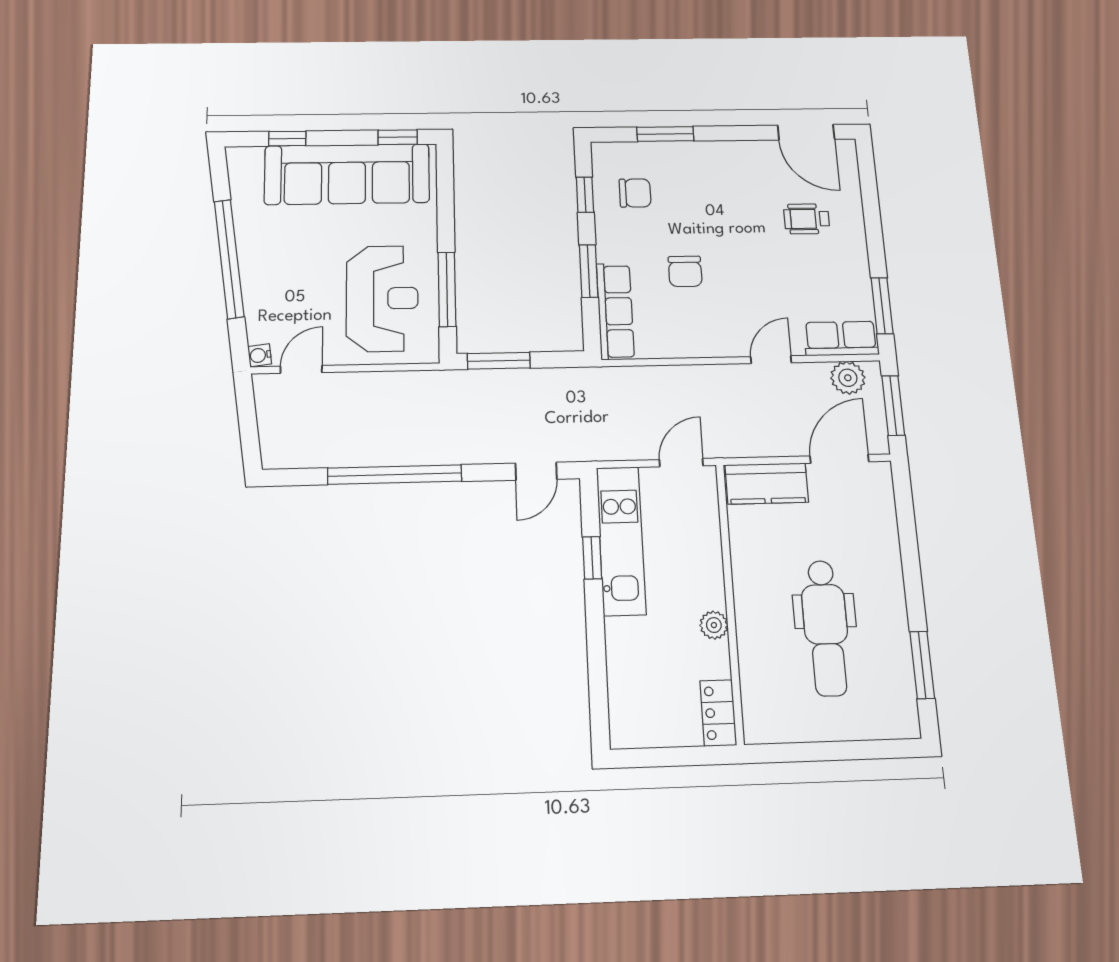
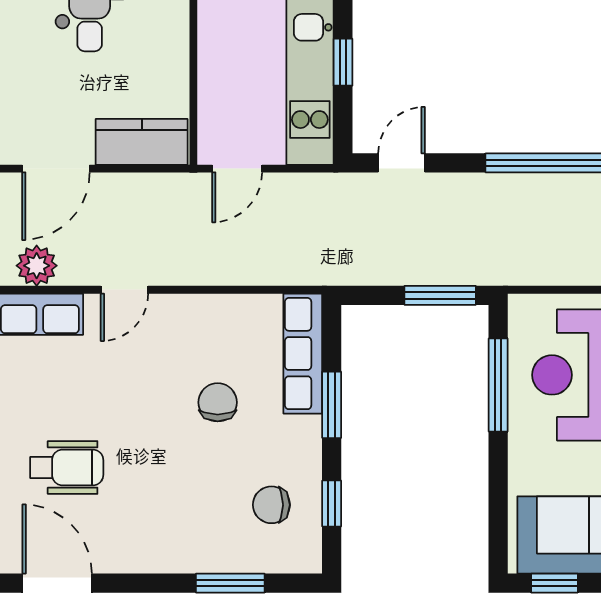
wheelchair: (807, 219) -> (67, 467), width x1.36, depth x1.37

